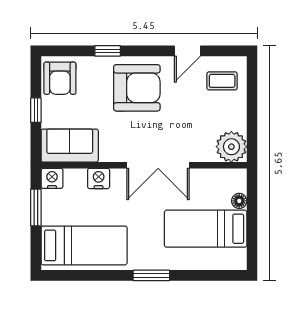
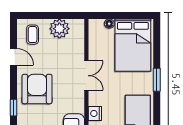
plant: (231, 147) -> (59, 29), moved
double door: (158, 165) -> (86, 76), width x0.73
bed: (206, 229) -> (133, 45), width x1.50

